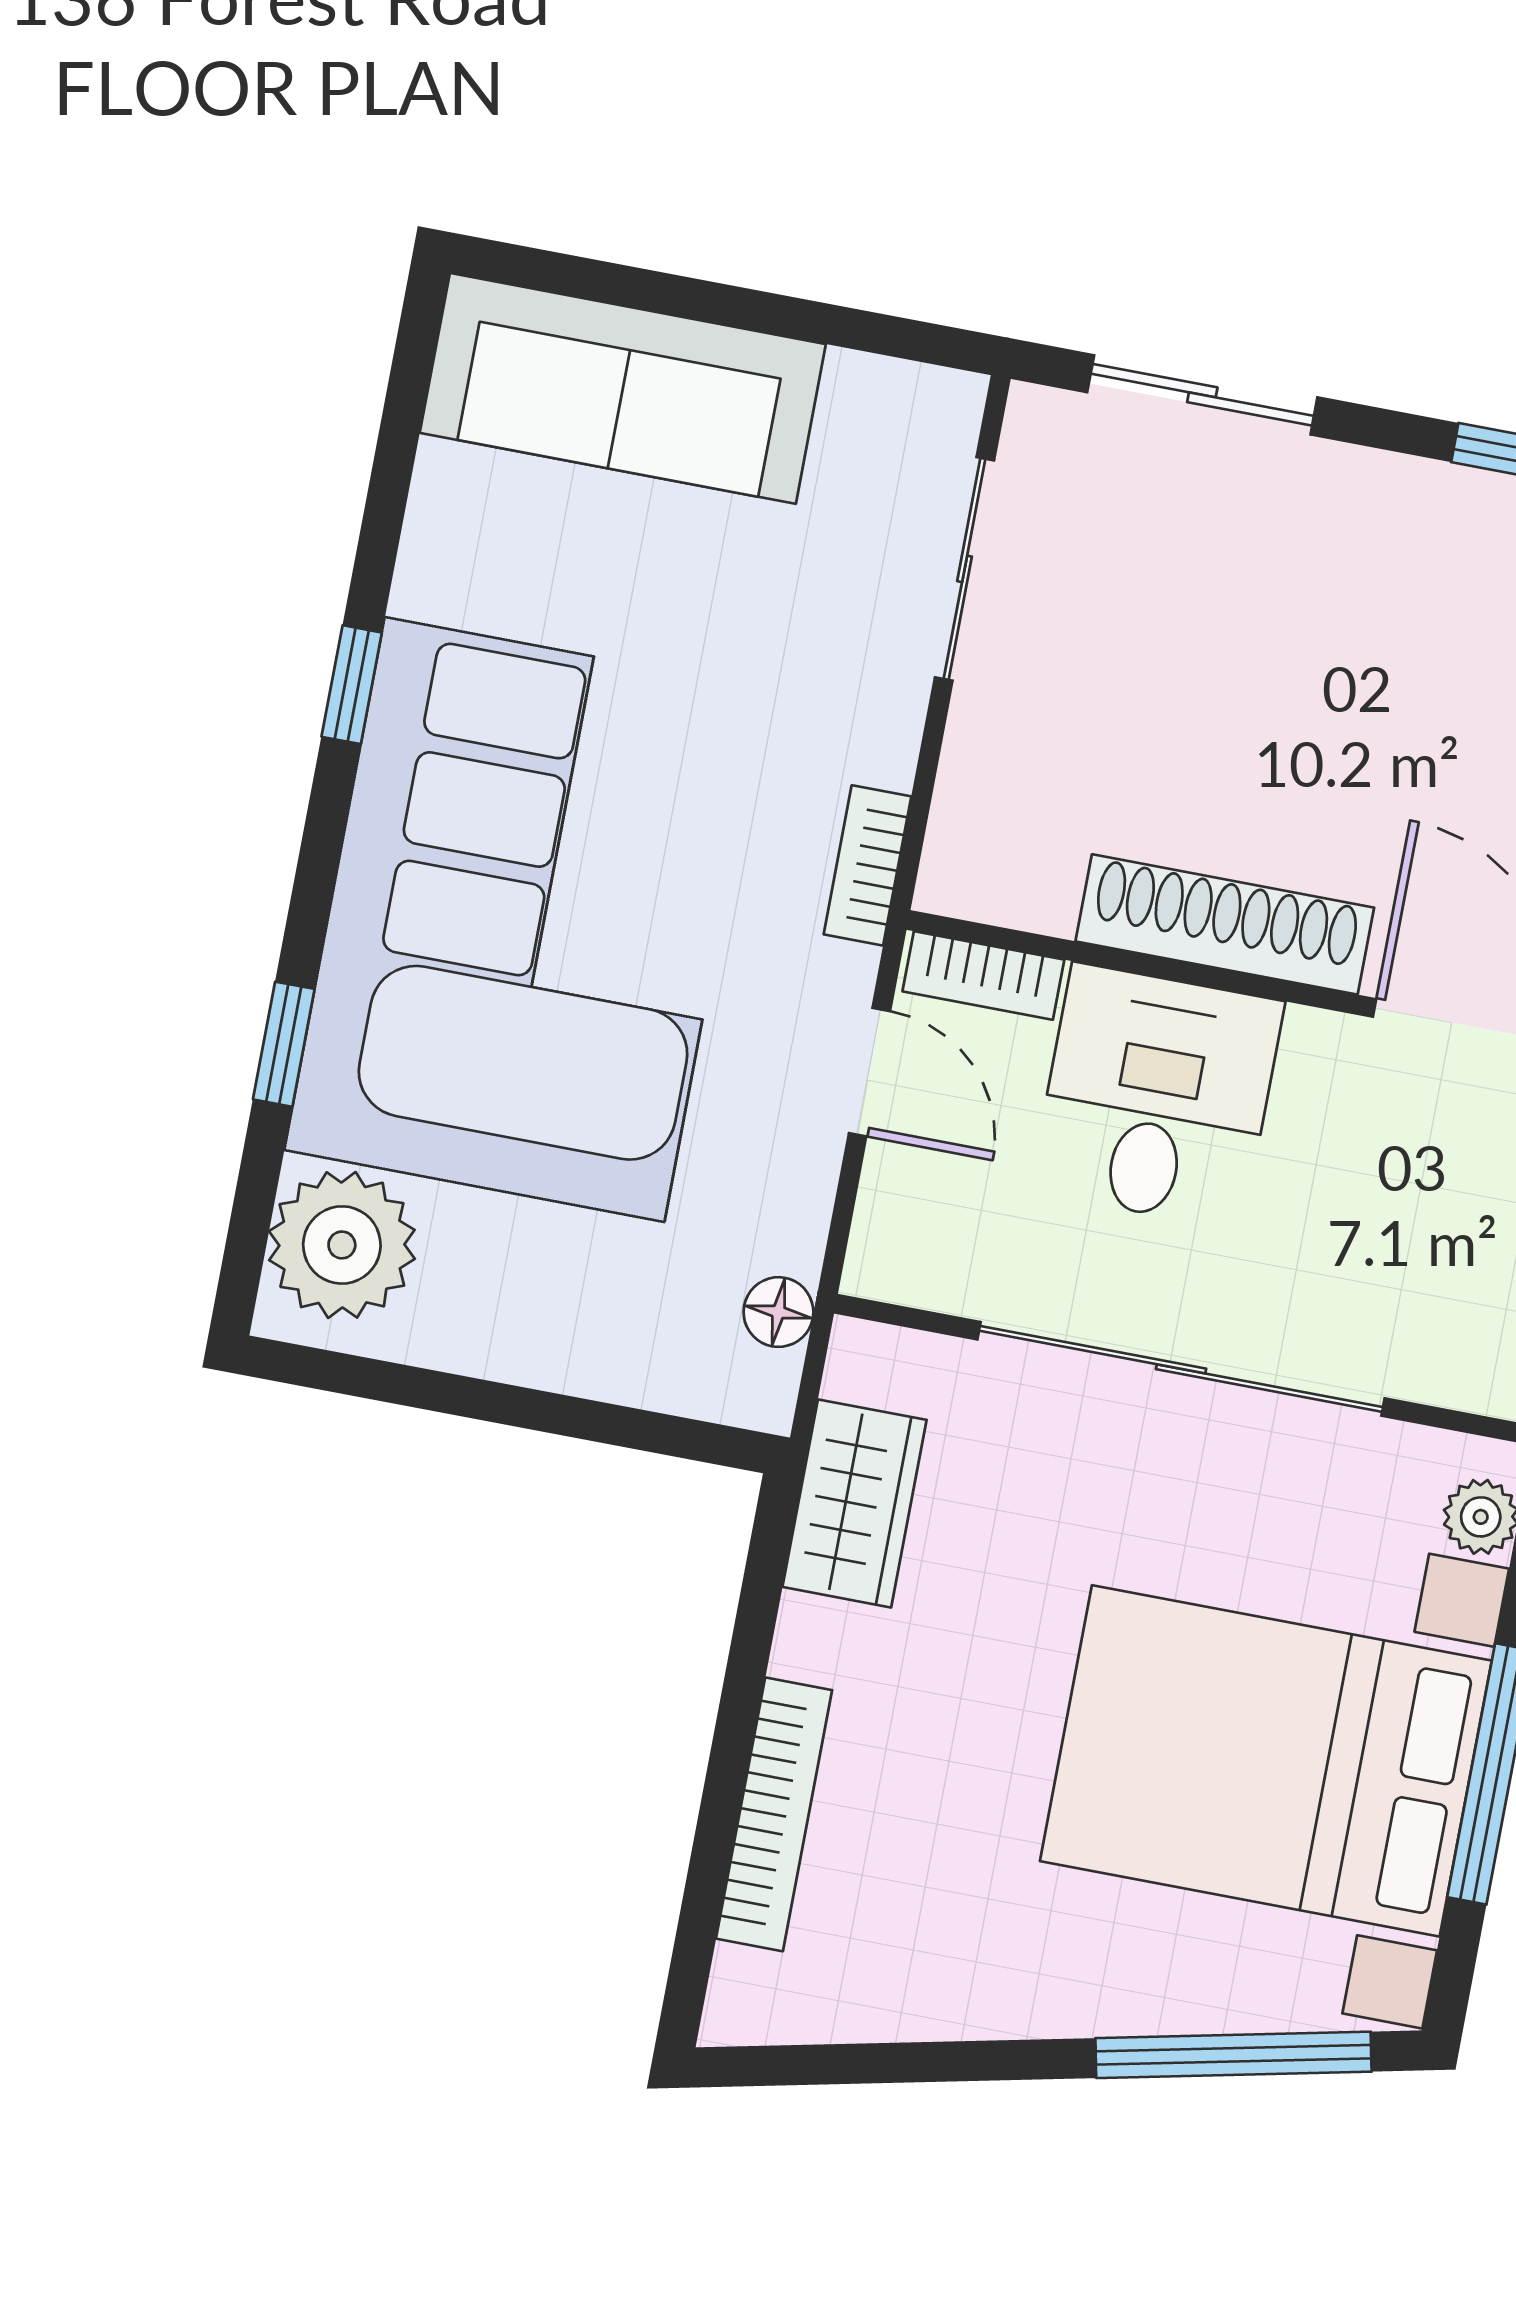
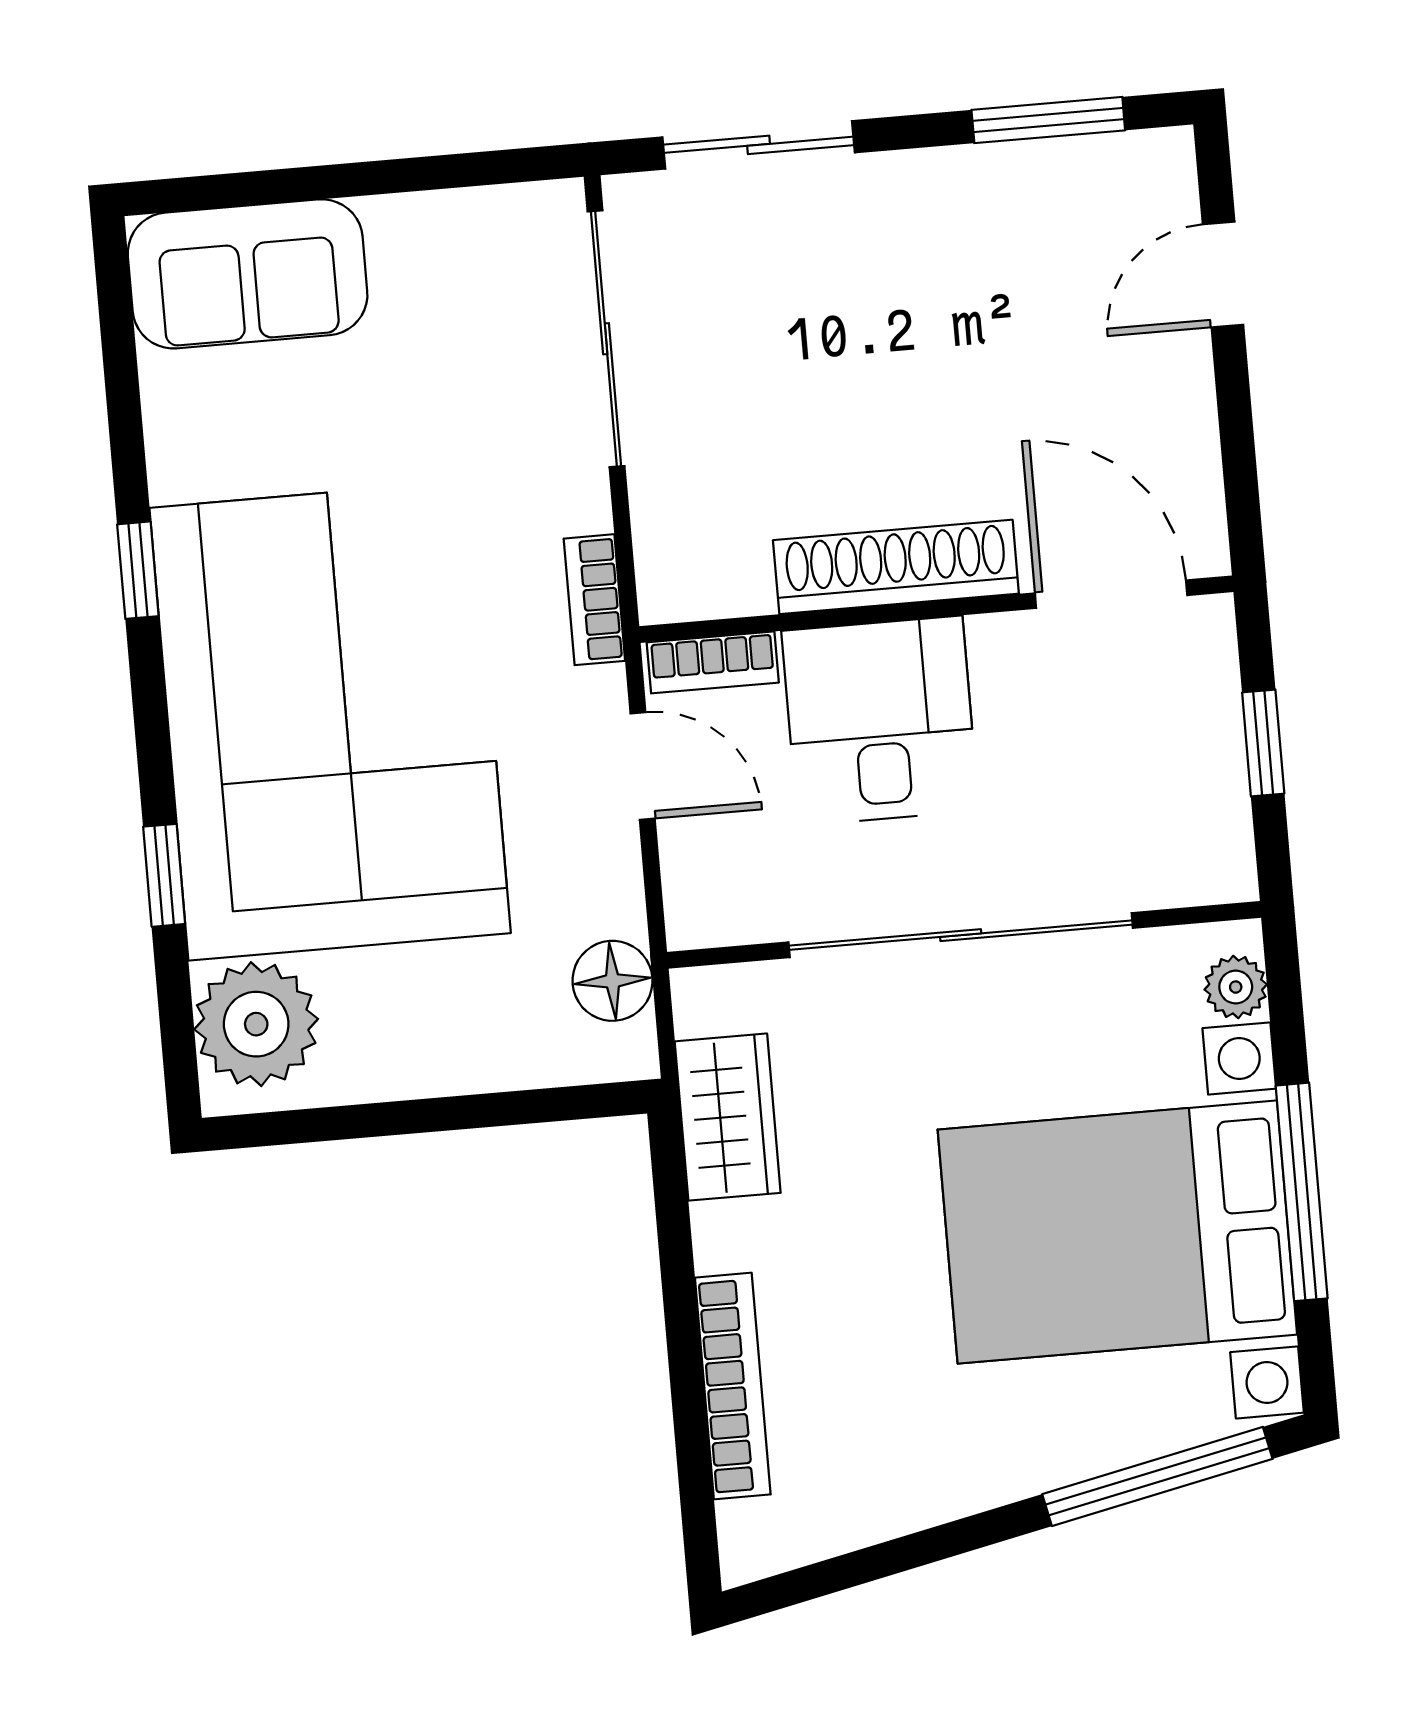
sofa: (623, 388) -> (248, 274), width x0.73
sliding door: (965, 569) -> (606, 339), width x1.37
floor lamp: (778, 1312) -> (612, 981), width x1.37, depth x1.37

